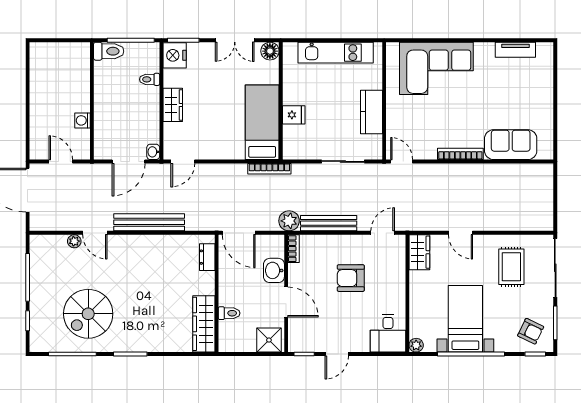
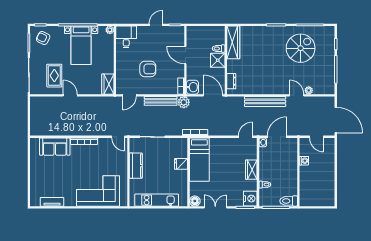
door: (461, 233) -> (70, 95), moved
washbasin: (274, 270) -> (192, 87), moved
shower: (269, 340) -> (218, 60), moved

